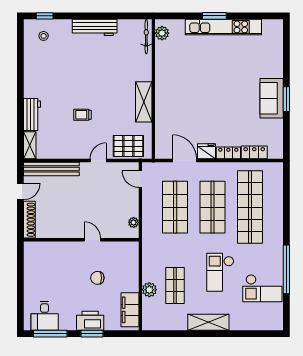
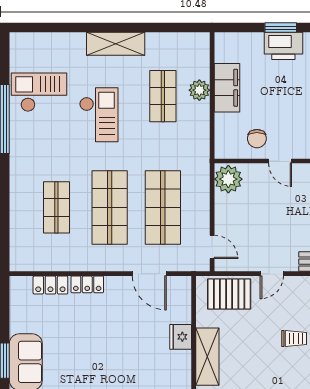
fridge: (206, 151) -> (181, 337), moved, turned 90
shop shelf: (250, 207) -> (56, 207), width x0.50, depth x0.74
plant: (134, 222) -> (228, 179), width x1.88, depth x1.88
chair: (97, 278) -> (257, 139), moved, turned 90
filing cabinet: (130, 310) -> (227, 88), moved

